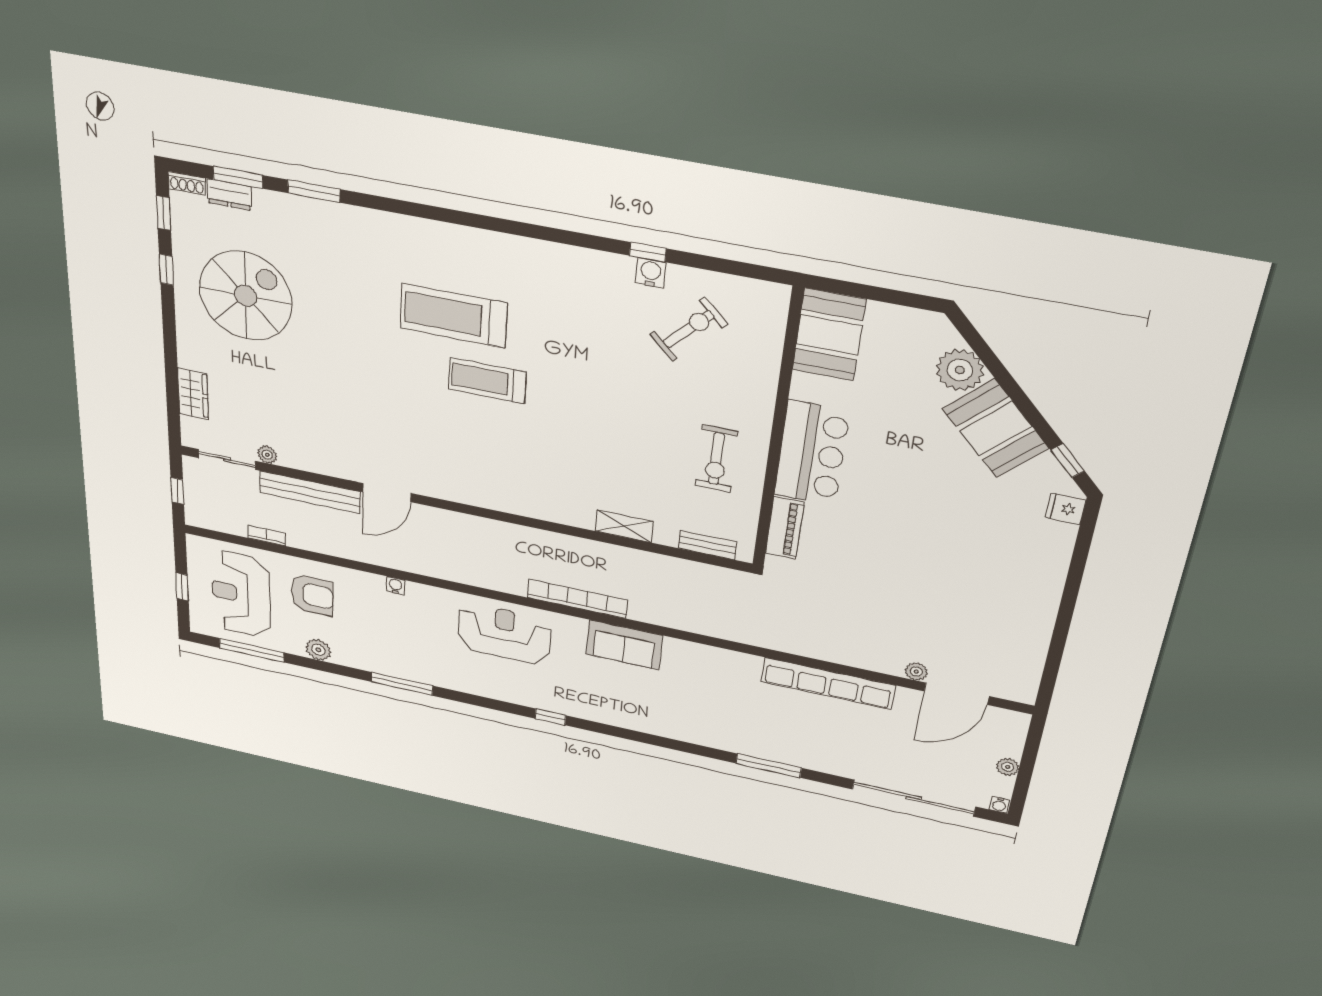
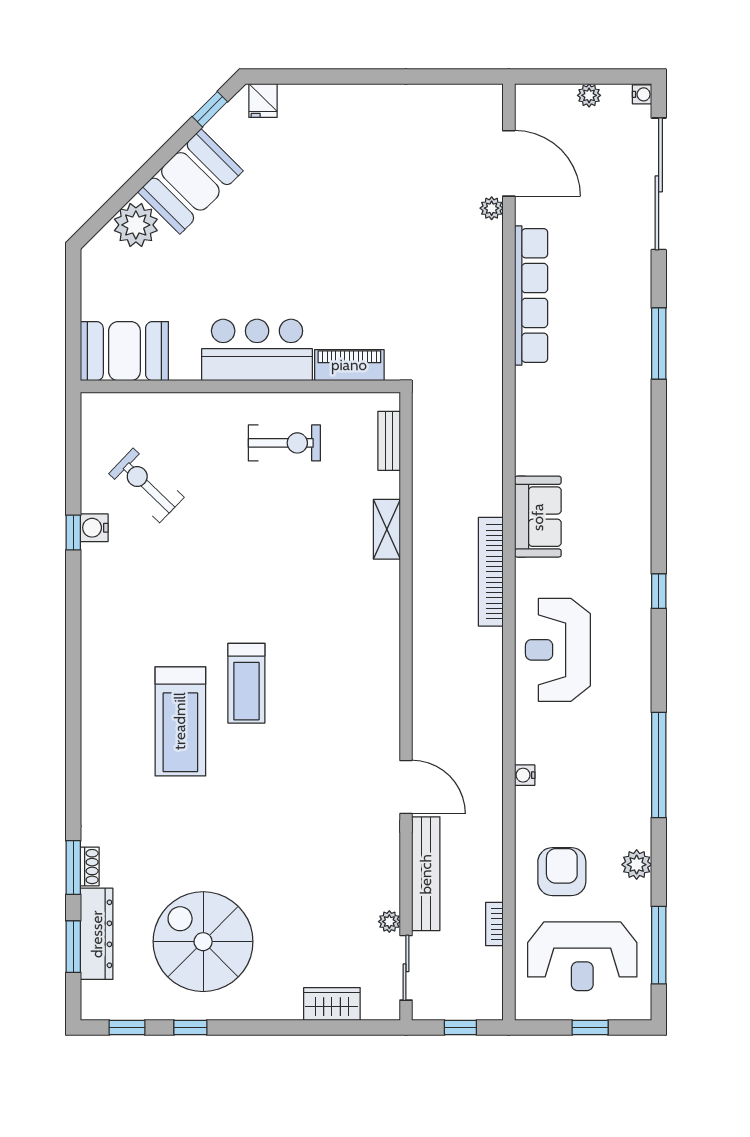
shoe rack: (187, 183) -> (90, 867), moved
dresser: (229, 195) -> (97, 934), width x1.96, depth x1.24
window: (402, 684) -> (659, 765), width x1.46

